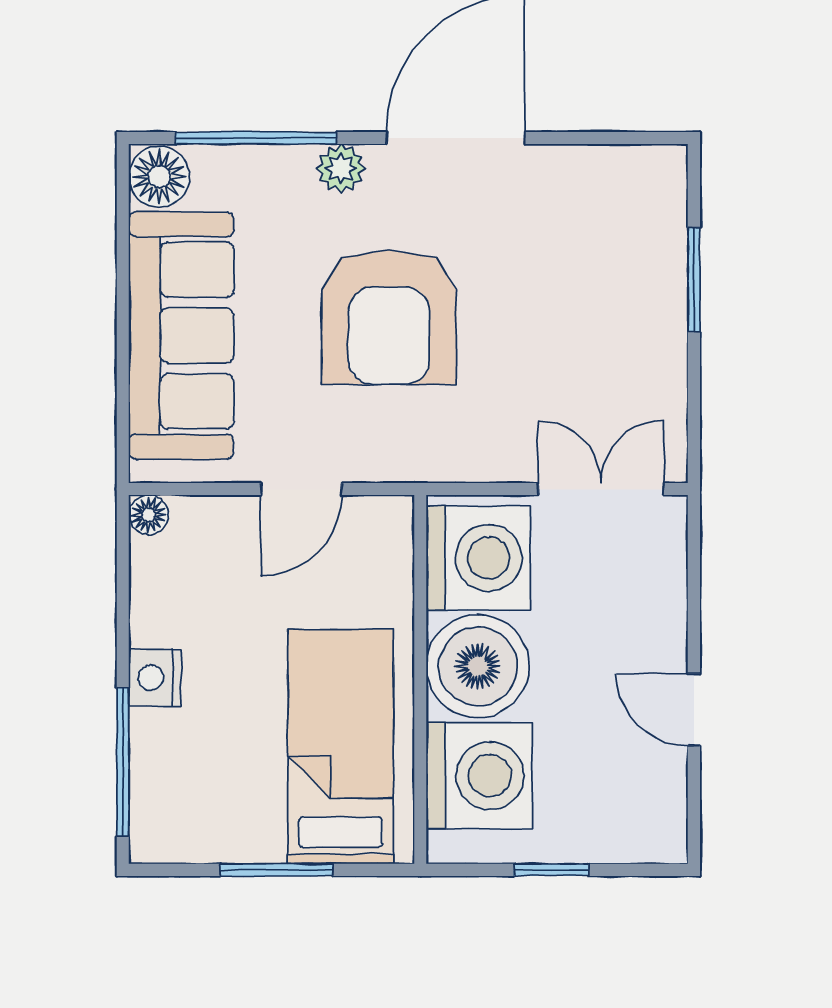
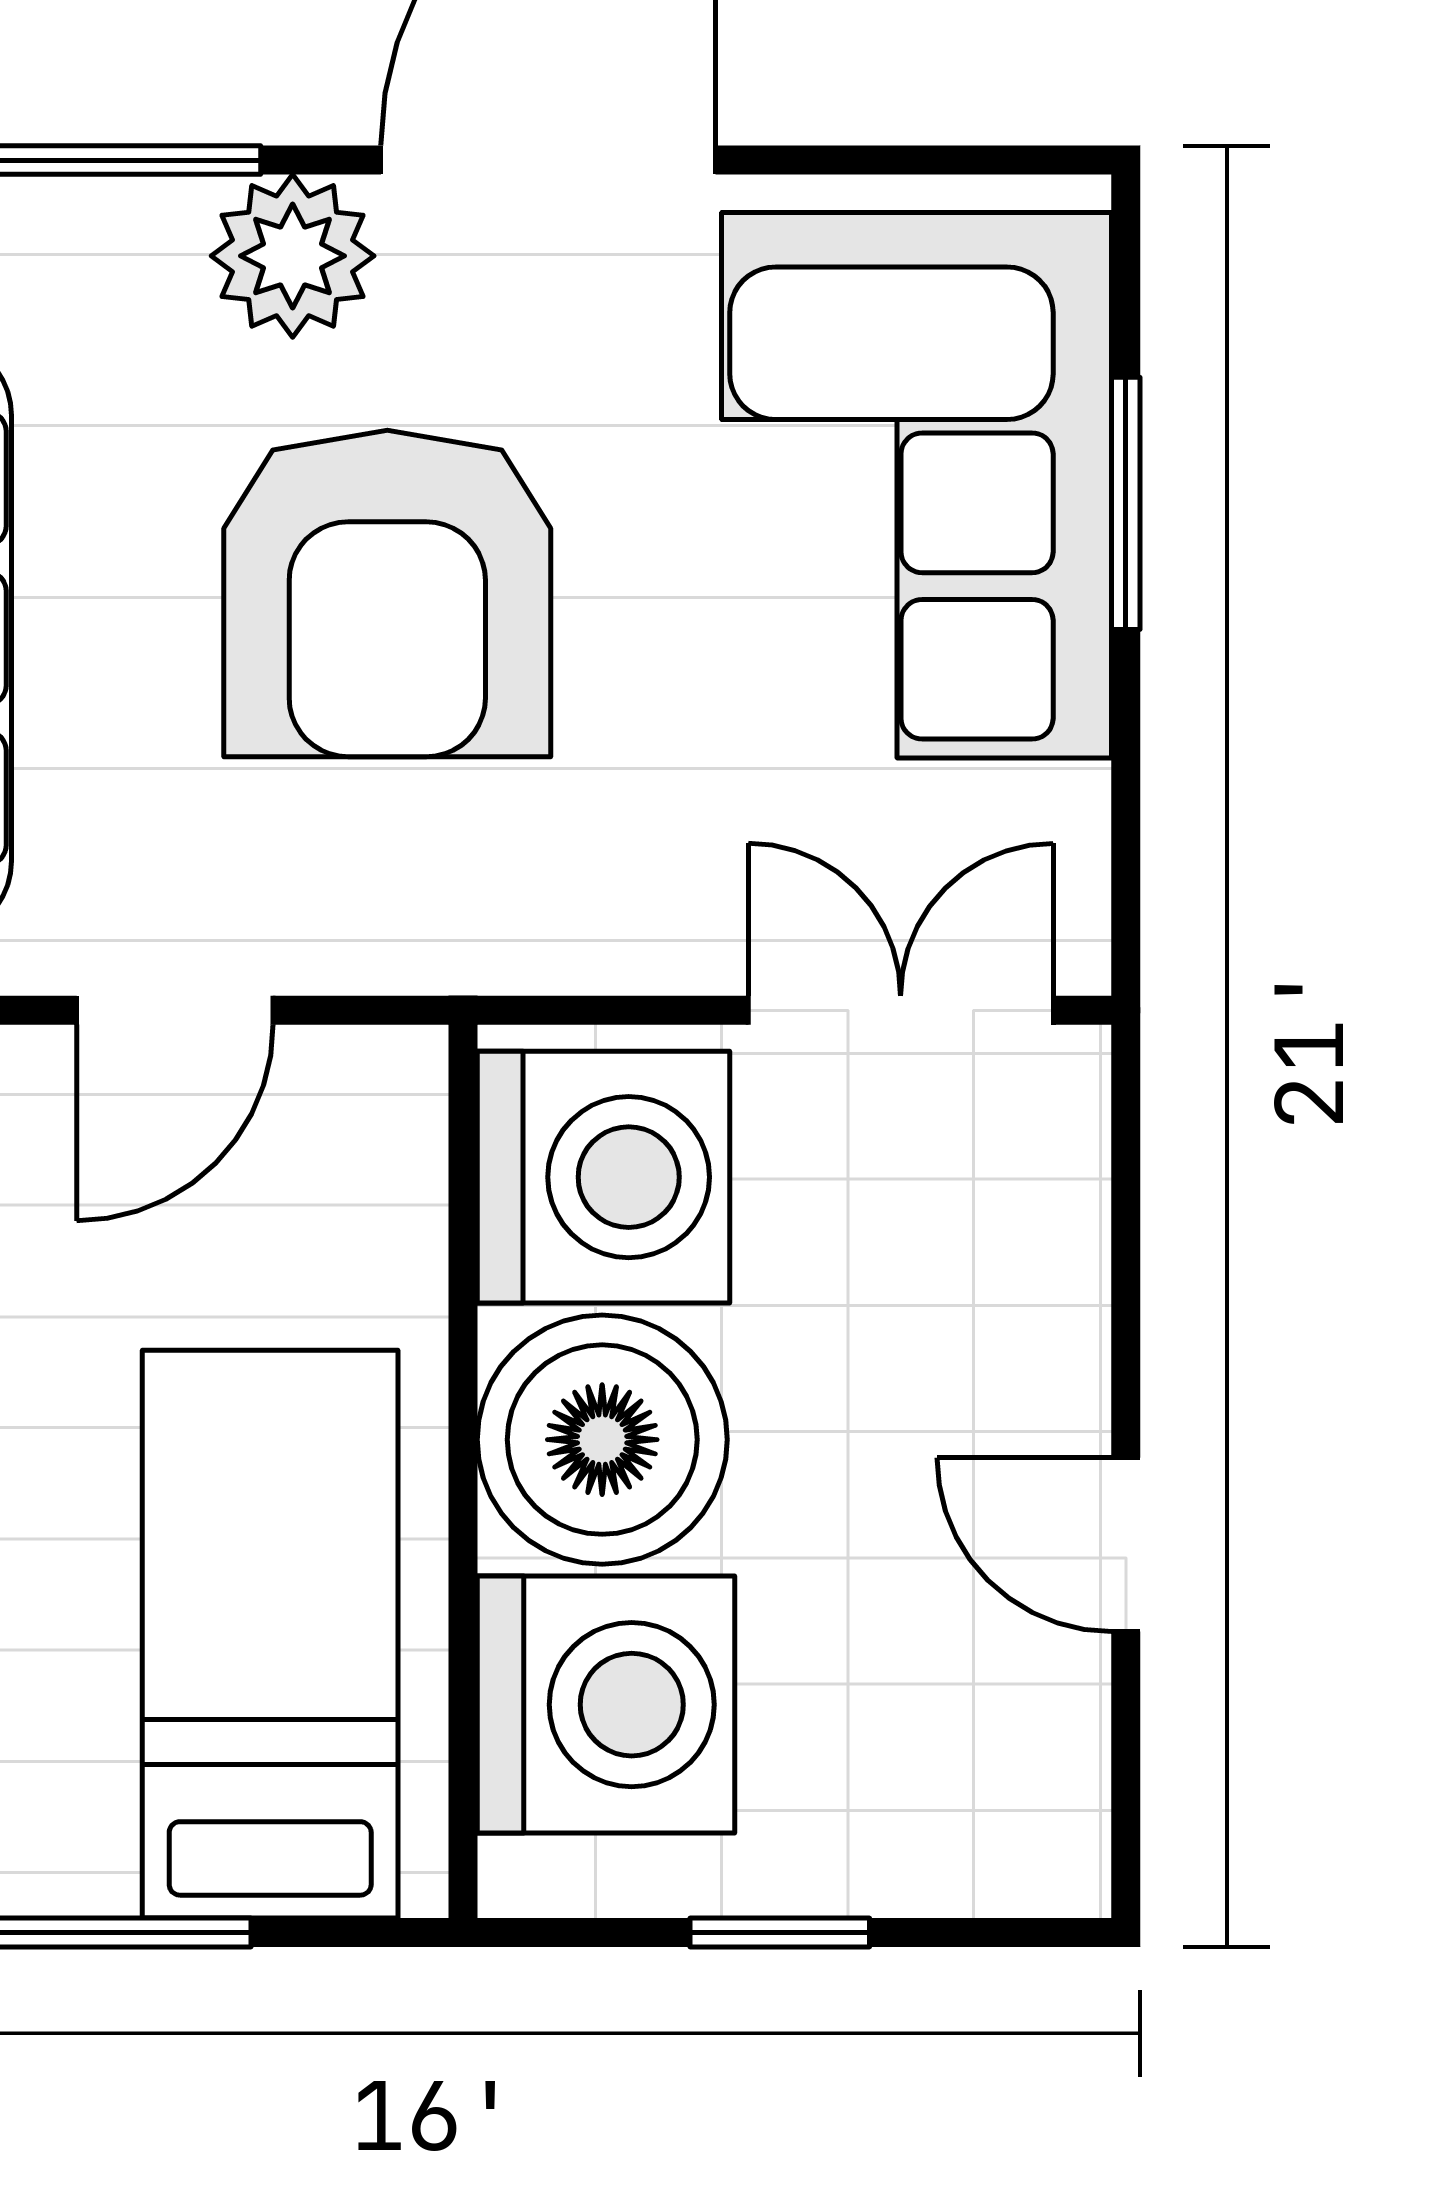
plant: (341, 168) -> (293, 256), width x1.38, depth x1.38
corner sofa: (608, 272) -> (917, 485), added

